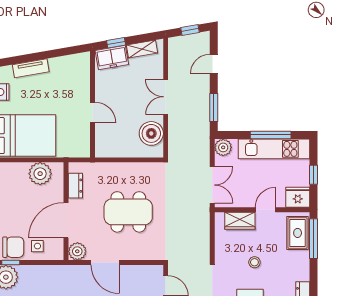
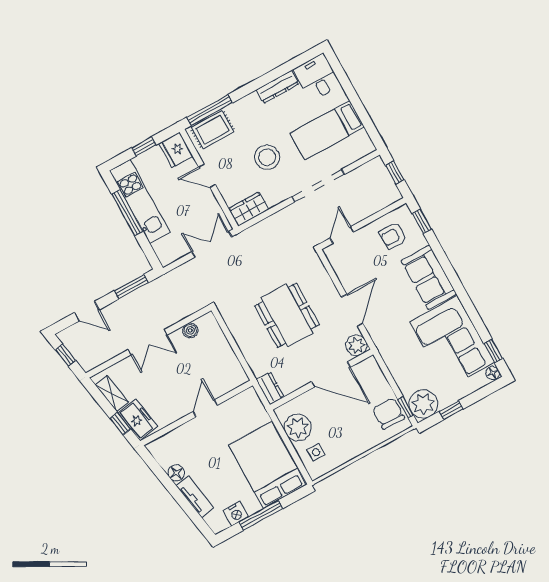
floor lamp: (56, 64) -> (176, 473), added
boiler: (151, 133) -> (190, 330), width x0.54, depth x0.54
plant: (223, 147) -> (167, 254), removed
dresser: (75, 186) -> (270, 388), moved, turned 90
wardrobe: (240, 221) -> (249, 209), moved, turned -90
side table: (37, 246) -> (316, 452), moved
stool: (254, 262) -> (267, 157), width x1.89, depth x1.89

